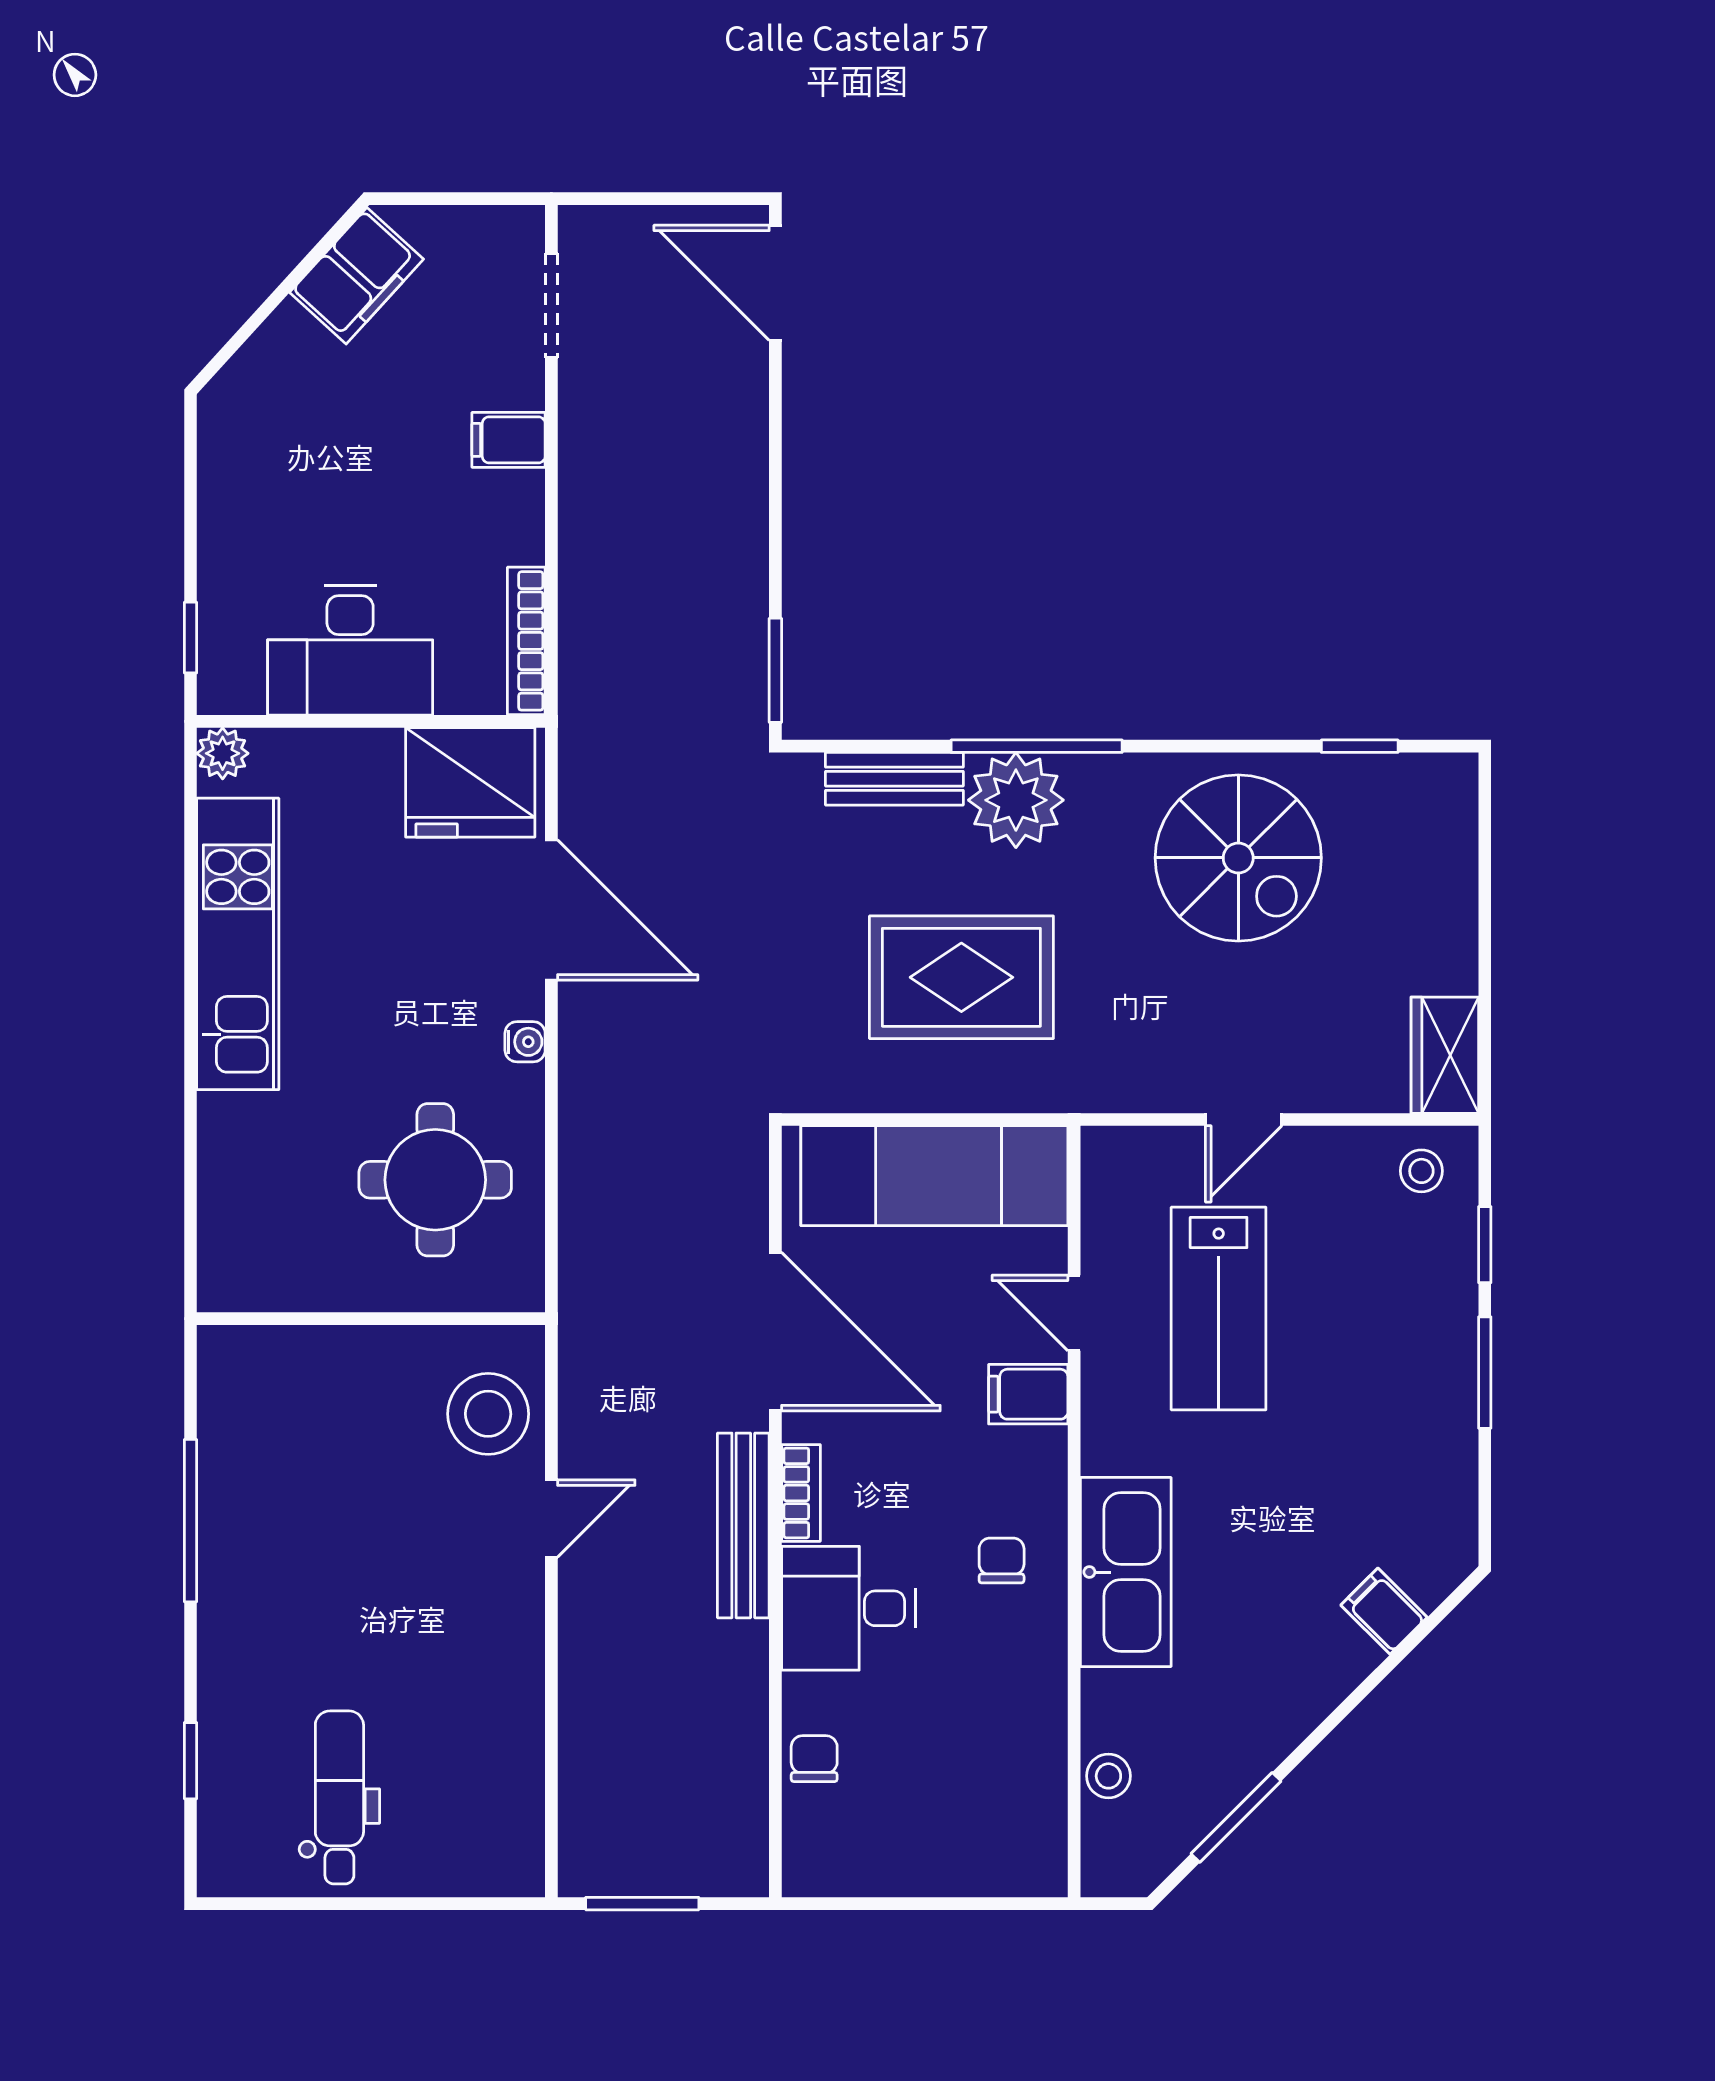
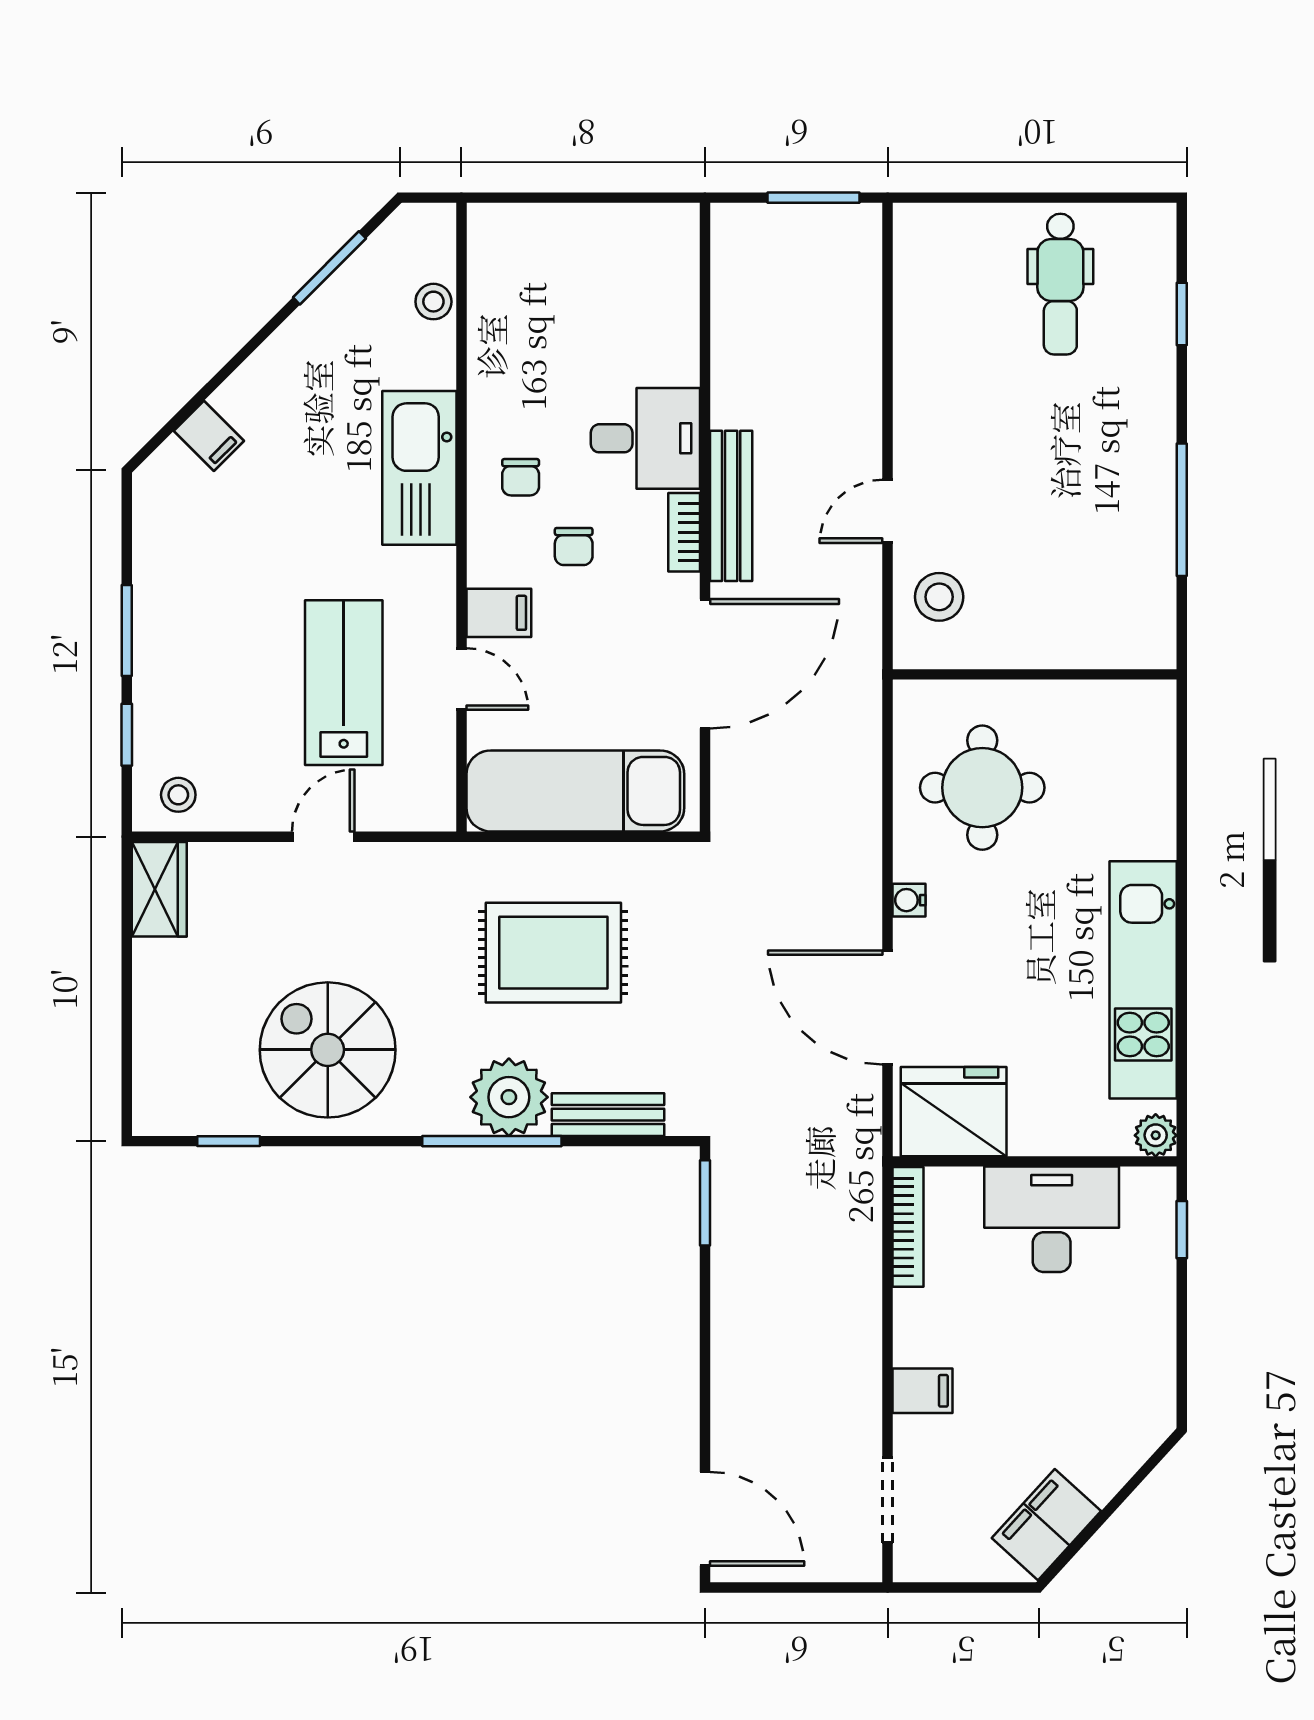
door: (775, 1332) -> (705, 664), swing flipped
stool: (488, 1414) -> (939, 597), width x0.73, depth x0.73
chair: (814, 1759) -> (574, 546), moved

